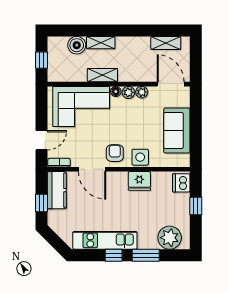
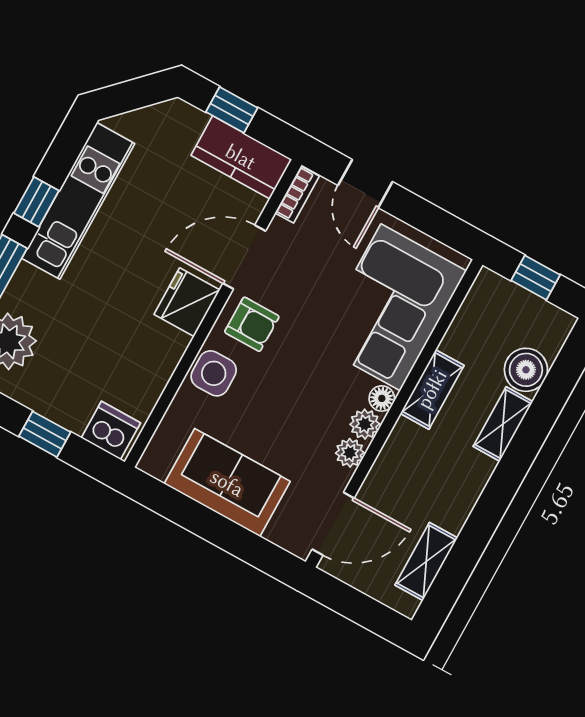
fridge: (139, 181) -> (187, 302), moved

